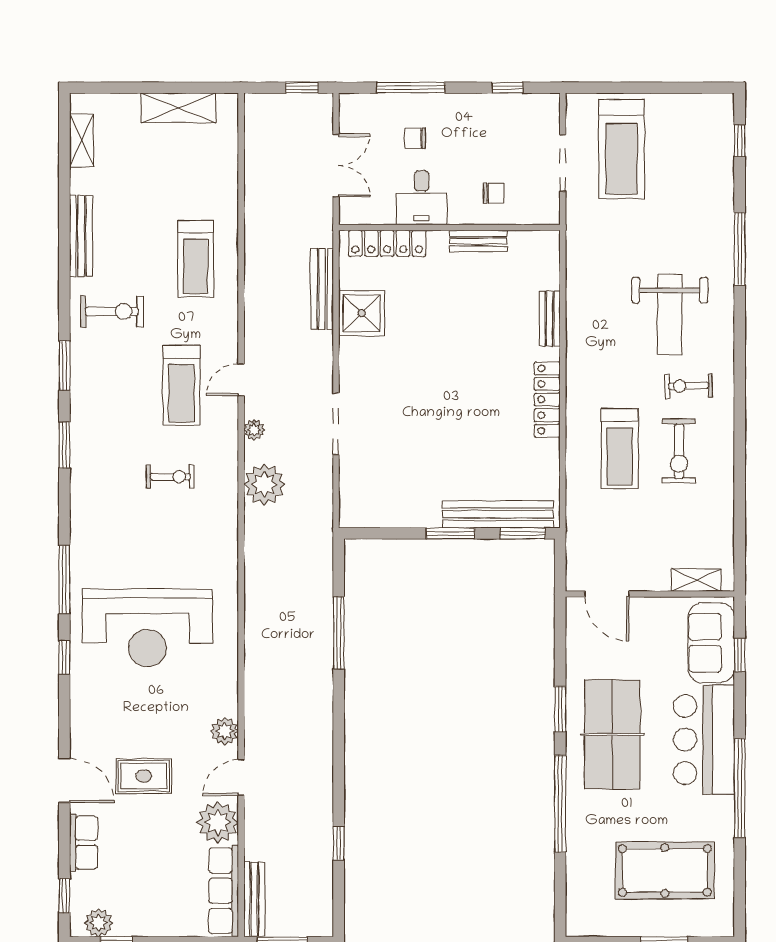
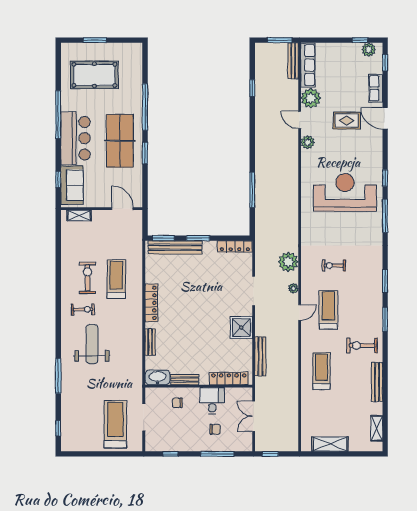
washbasin: (534, 246) -> (158, 377), added
shower: (361, 313) -> (241, 328), moved
locker: (375, 516) -> (235, 246), added
door: (241, 778) -> (300, 120), swing flipped

